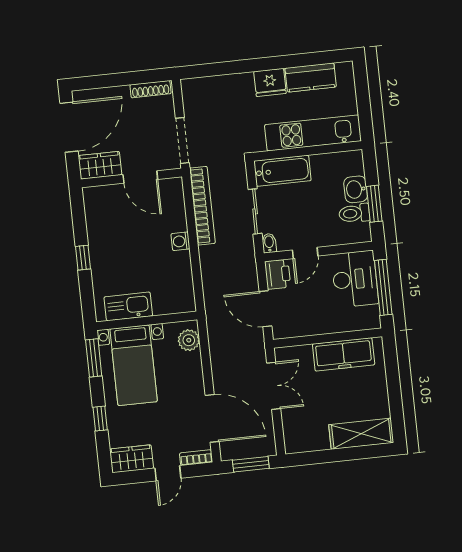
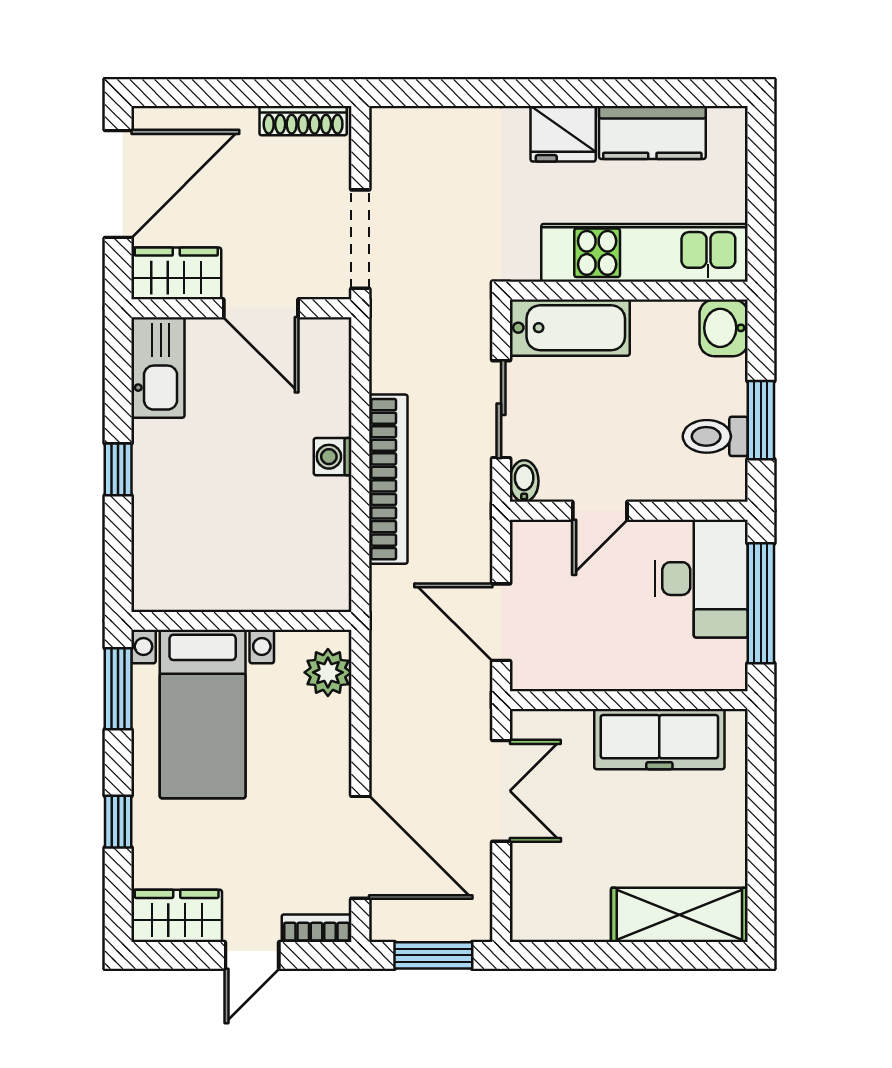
washbasin: (356, 189) -> (724, 328), moved
bookcase: (202, 206) -> (388, 479), moved
printer: (278, 274) -> (535, 550), removed
kitchen sink: (128, 306) -> (158, 367), moved, turned 90

